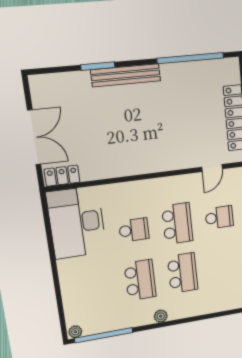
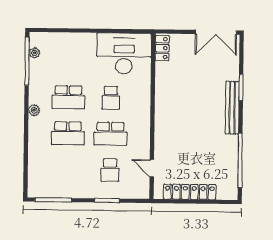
double door: (34, 137) -> (216, 32), moved
plant: (75, 332) -> (34, 53), moved

